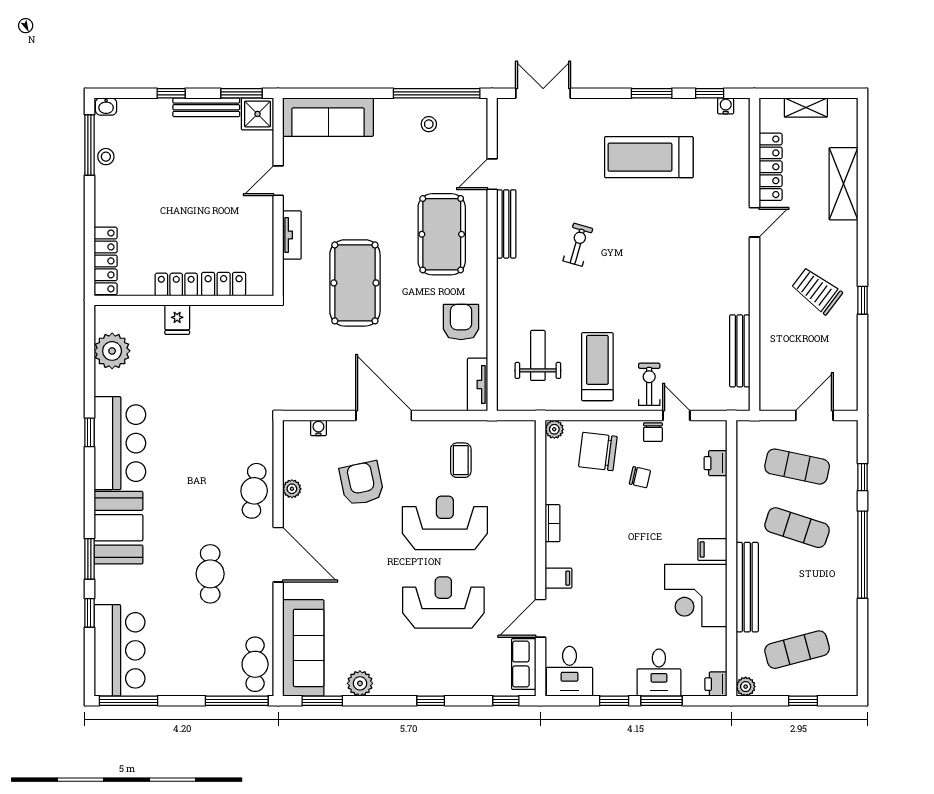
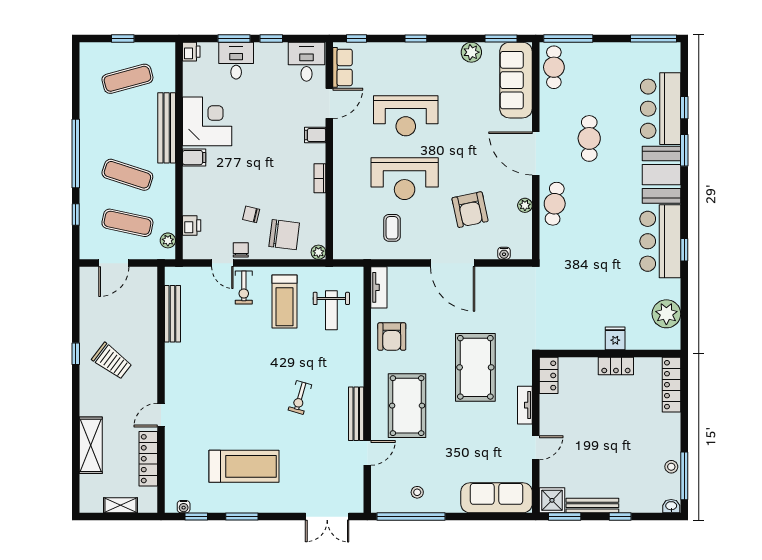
locker: (224, 284) -> (549, 375), moved, turned -90
bar counter: (120, 650) -> (661, 109), moved
plant: (746, 687) -> (168, 240), moved

